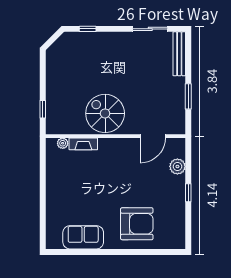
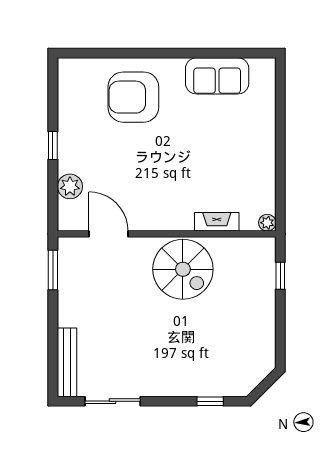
window: (188, 96) -> (53, 270), moved
door: (153, 136) -> (108, 234), hinge flipped
plant: (63, 143) -> (267, 223), moved

